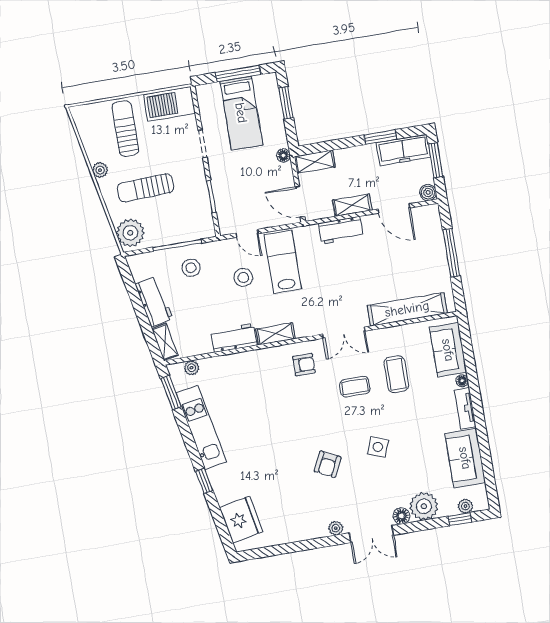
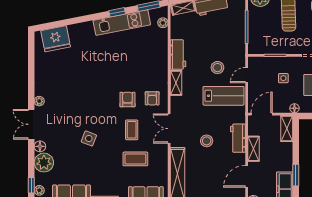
side table: (242, 179) -> (283, 78), added
stool: (191, 268) -> (207, 141), moved
armchair: (328, 464) -> (127, 100), moved, turned 64
window: (204, 481) -> (117, 12), moved

